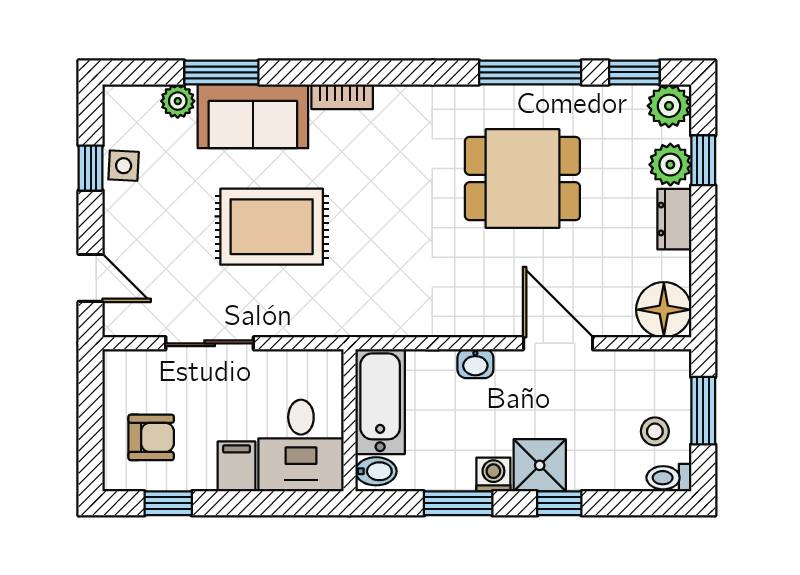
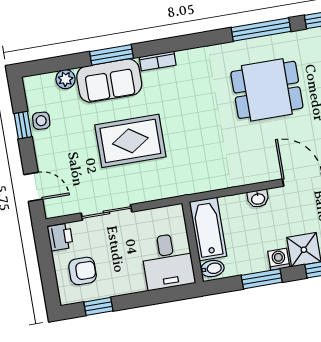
window: (221, 72) -> (112, 55), moved
printer: (122, 372) -> (60, 237), added
filing cabinet: (236, 466) -> (133, 279), removed

